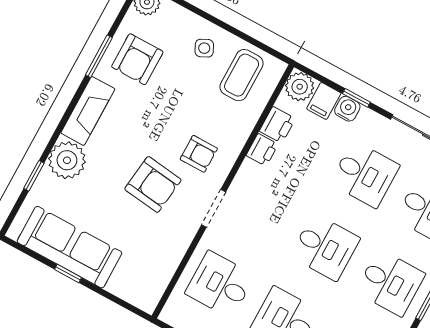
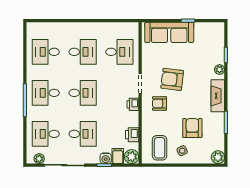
armchair: (137, 59) -> (192, 128), moved
printer: (262, 150) -> (133, 104), moved
plant: (67, 160) -> (220, 70), width x0.53, depth x0.53
desk: (365, 174) -> (83, 134), turned 180
sofa: (70, 247) -> (169, 32), moved
desk: (325, 247) -> (83, 93), turned 180

